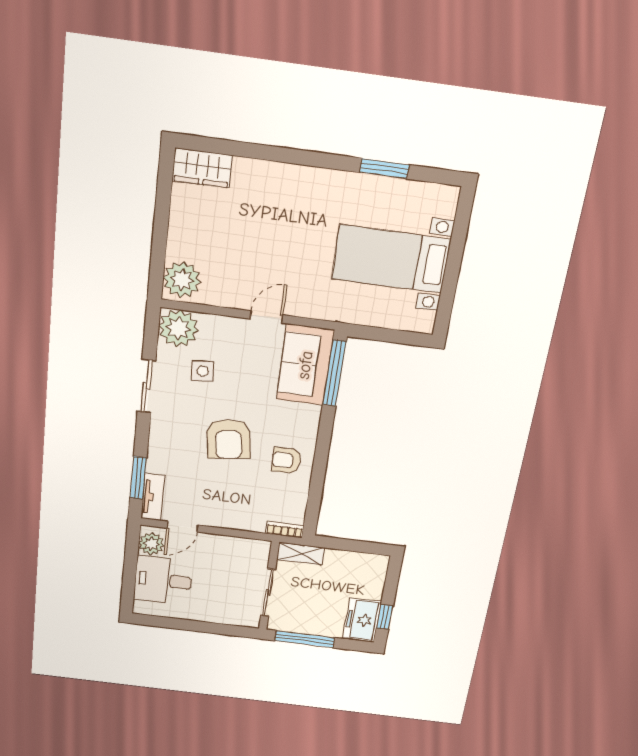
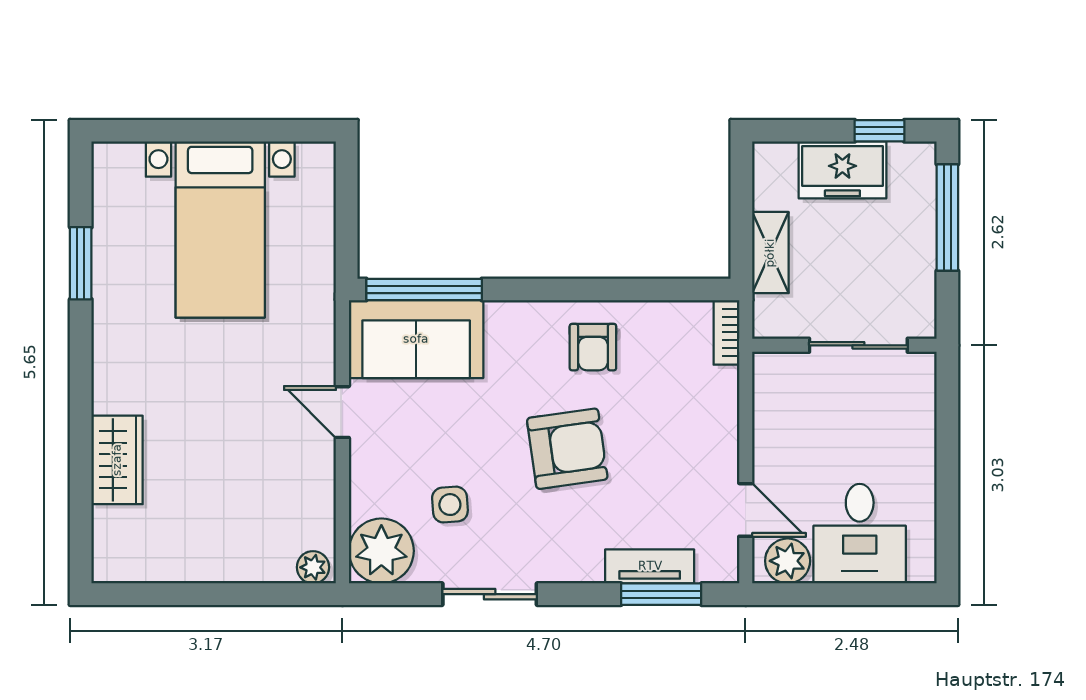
wardrobe: (202, 168) -> (117, 460), moved
plant: (182, 280) -> (313, 567), width x0.53, depth x0.53
tv unit: (153, 497) -> (650, 566), moved
shelving: (301, 554) -> (770, 253), moved
freezer: (362, 620) -> (842, 170), moved
window: (305, 639) -> (947, 217), moved

